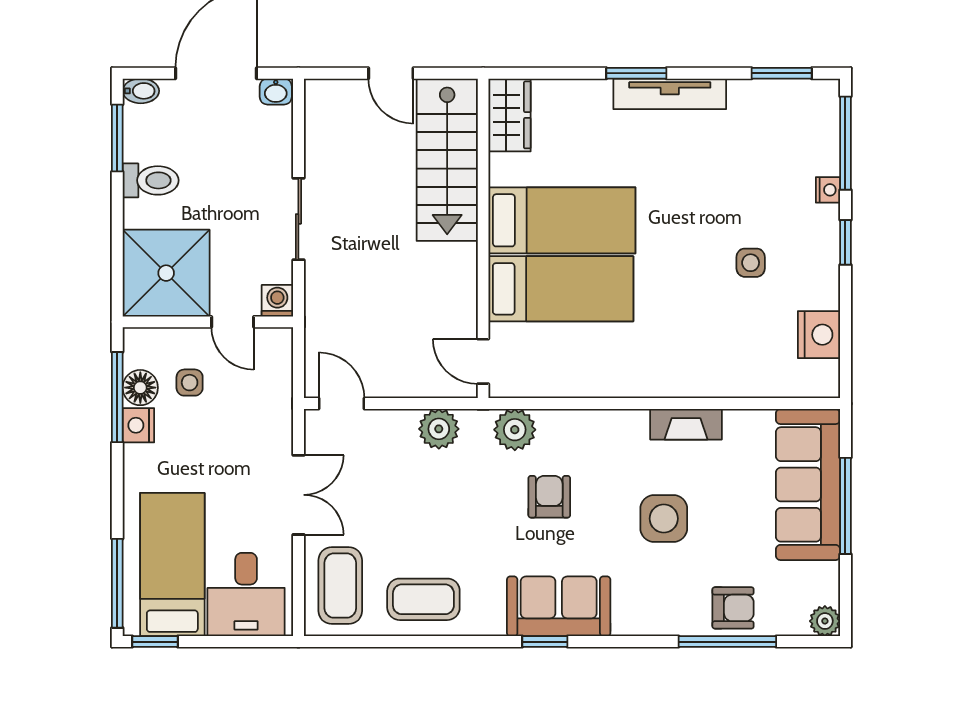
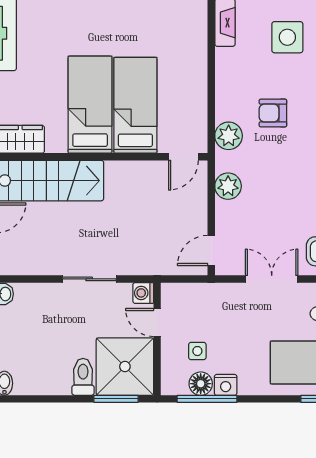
window: (117, 138) -> (116, 399), moved
toilet: (151, 180) -> (83, 377), moved
door: (233, 322) -> (157, 322), swing flipped

